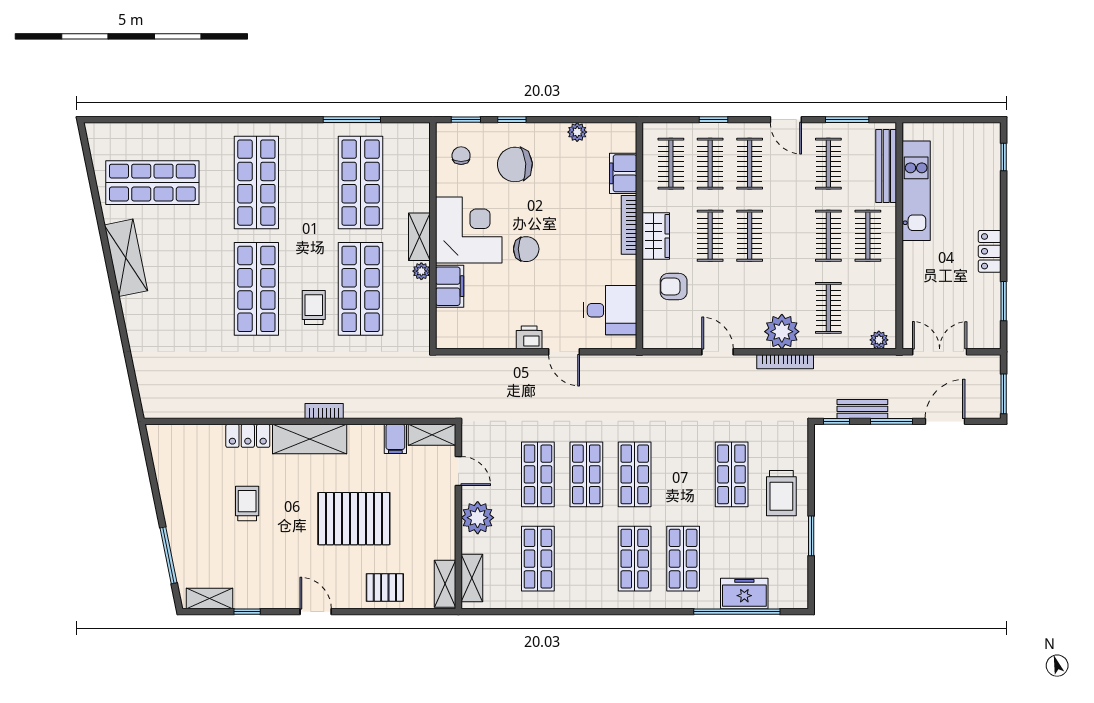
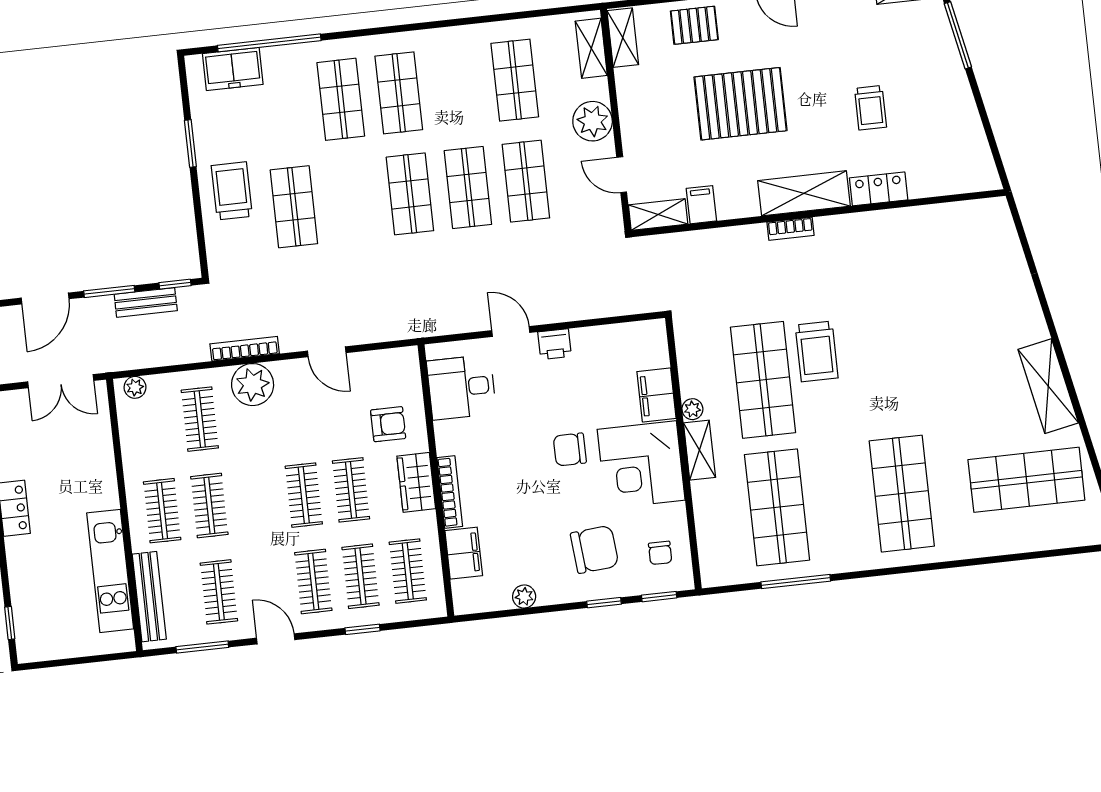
shop shelf: (256, 289) -> (888, 366), removed
trolley: (314, 307) -> (817, 351), width x1.36, depth x1.39
freezer: (744, 594) -> (233, 69), moved

